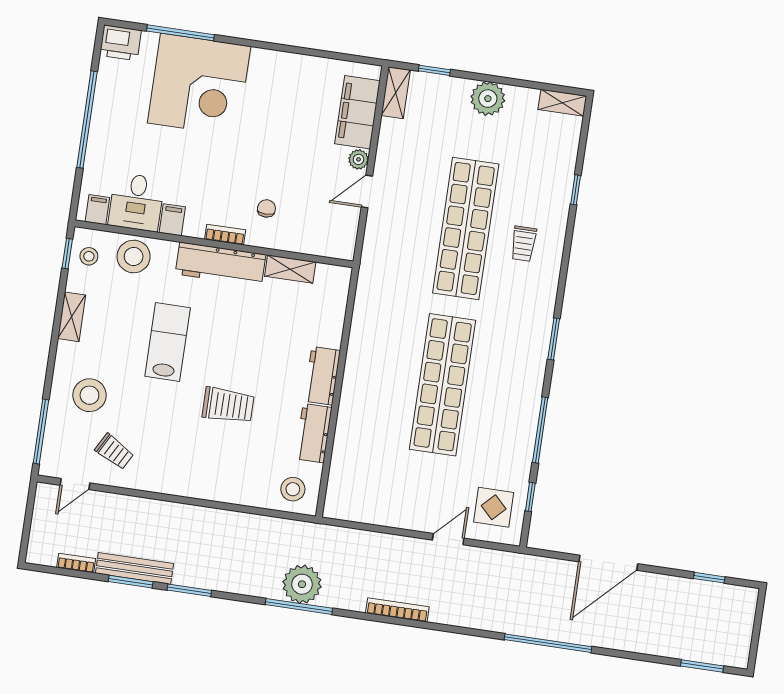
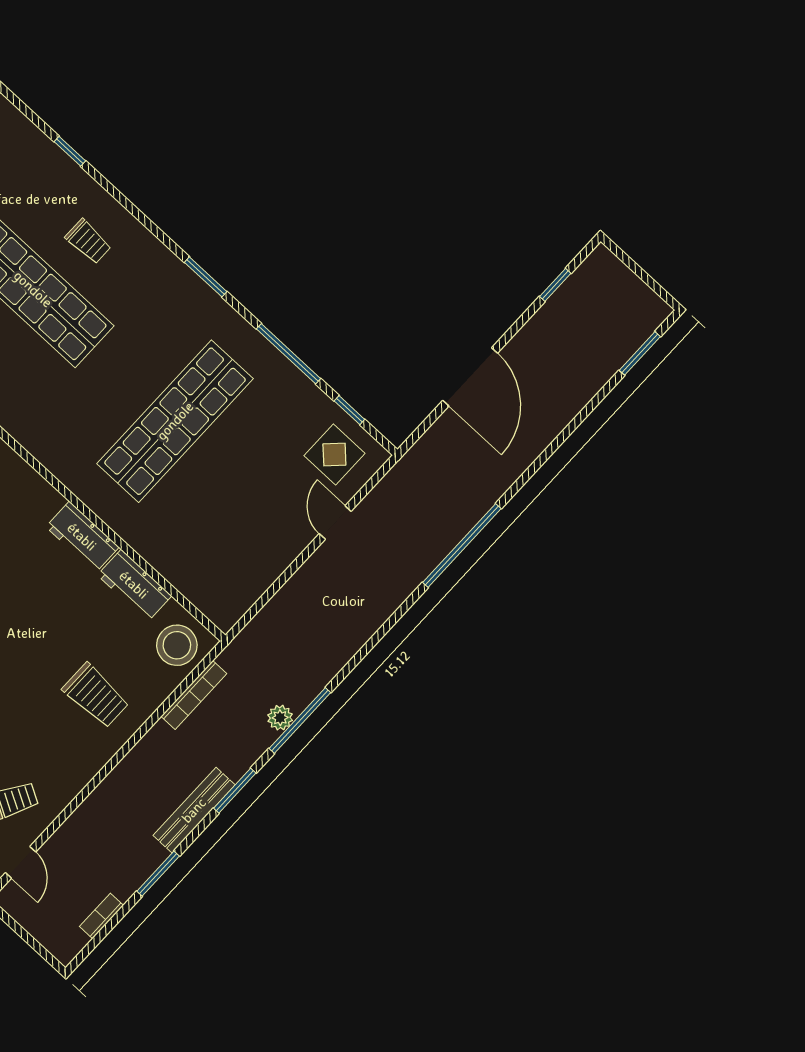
shop shelf: (443, 385) -> (175, 421), turned 90
trolley: (228, 405) -> (96, 695), moved, turned 90
stool: (293, 489) -> (177, 645), width x1.38, depth x1.38
bench: (134, 568) -> (194, 810), moved
plant: (302, 584) -> (280, 718), width x0.53, depth x0.53
window: (189, 590) -> (235, 791), moved
bookcase: (397, 610) -> (194, 695), moved, turned 180
window: (548, 643) -> (462, 545), moved

